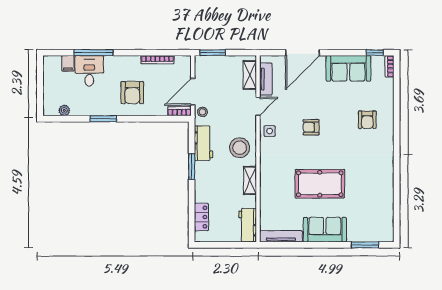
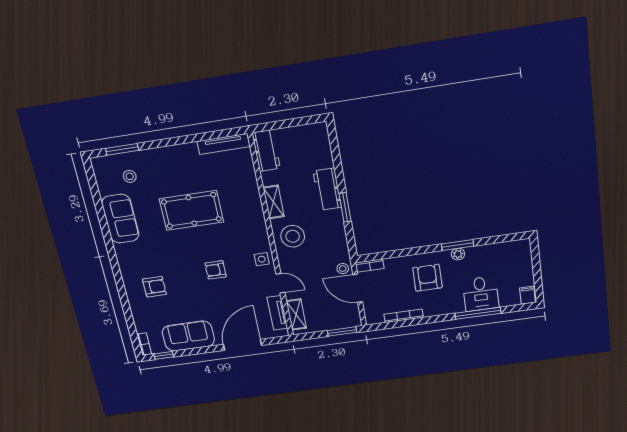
filing cabinet: (68, 63) -> (528, 295), moved
door: (193, 92) -> (358, 288), swing flipped
door: (258, 106) -> (280, 283), swing flipped
plant: (64, 110) -> (458, 254), moved
armchair: (367, 120) -> (154, 287), turned 90
armchair: (311, 127) -> (216, 270), turned 180
workbench: (204, 143) -> (327, 189), moved
locker: (201, 217) -> (323, 152), removed
stool: (364, 221) -> (130, 176), added
sofa: (325, 230) -> (120, 219), moved, turned -90

